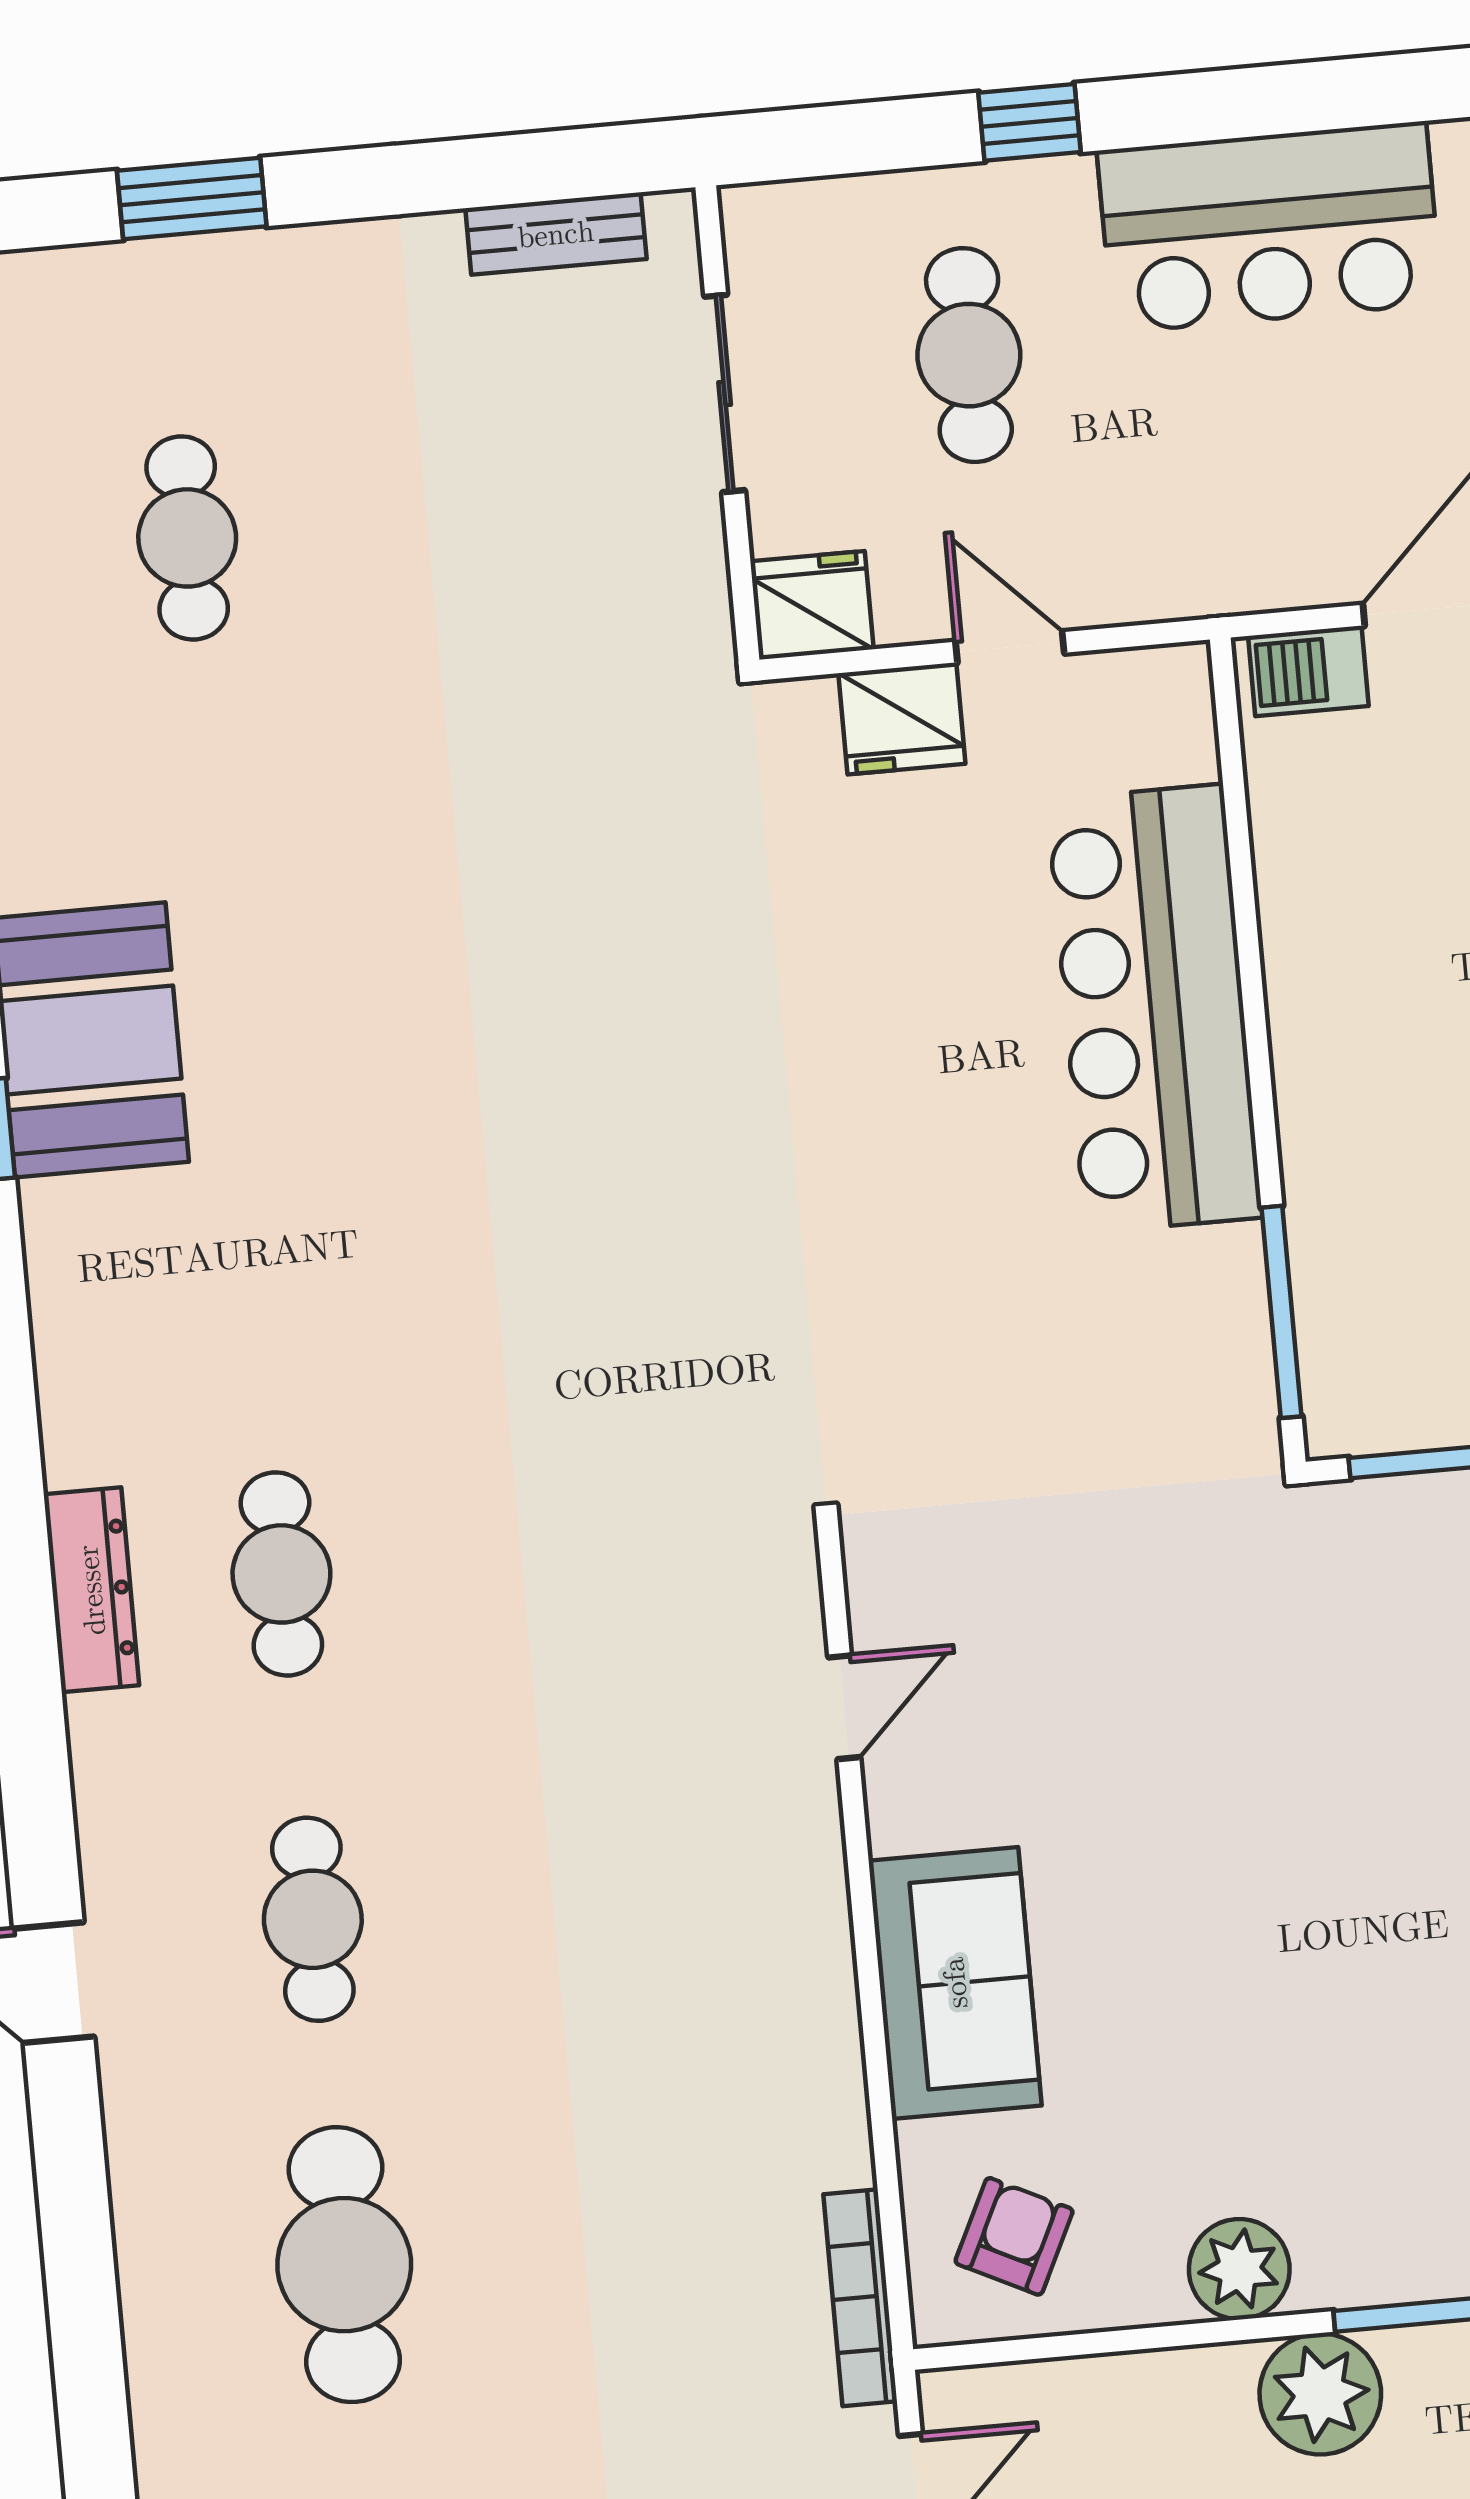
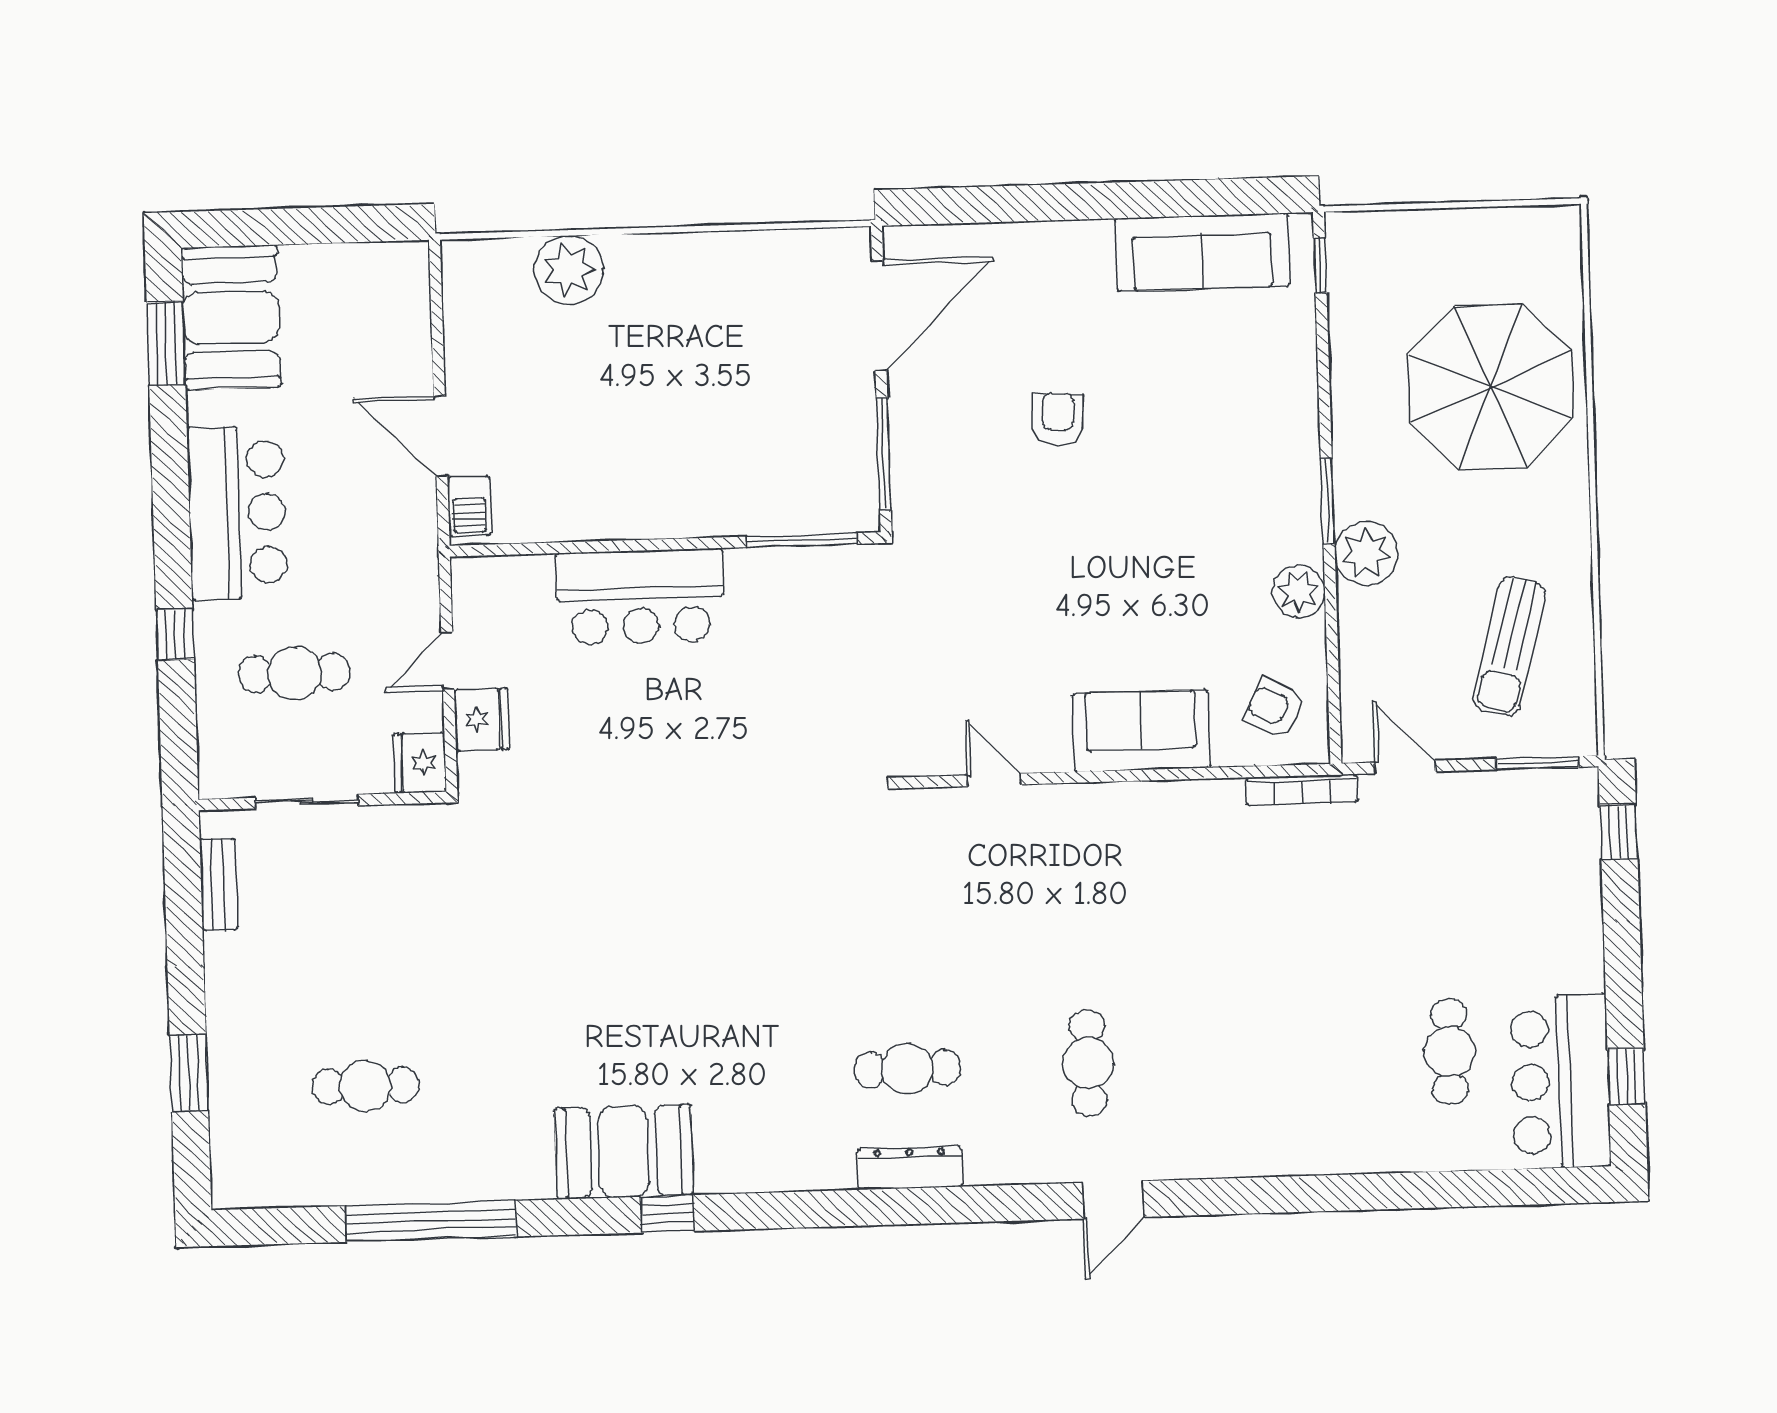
bar counter: (1154, 1009) -> (640, 597), width x0.73
cafe table: (313, 1919) -> (1088, 1063), turned 90
cafe table: (344, 2265) -> (1269, 1057), removed

